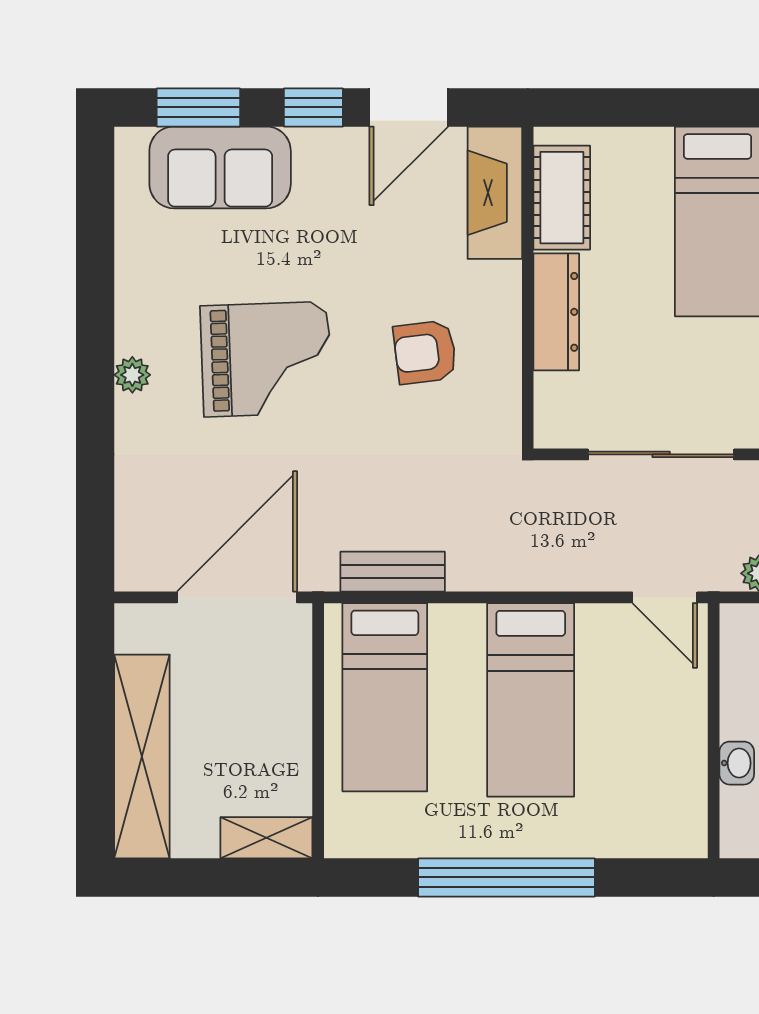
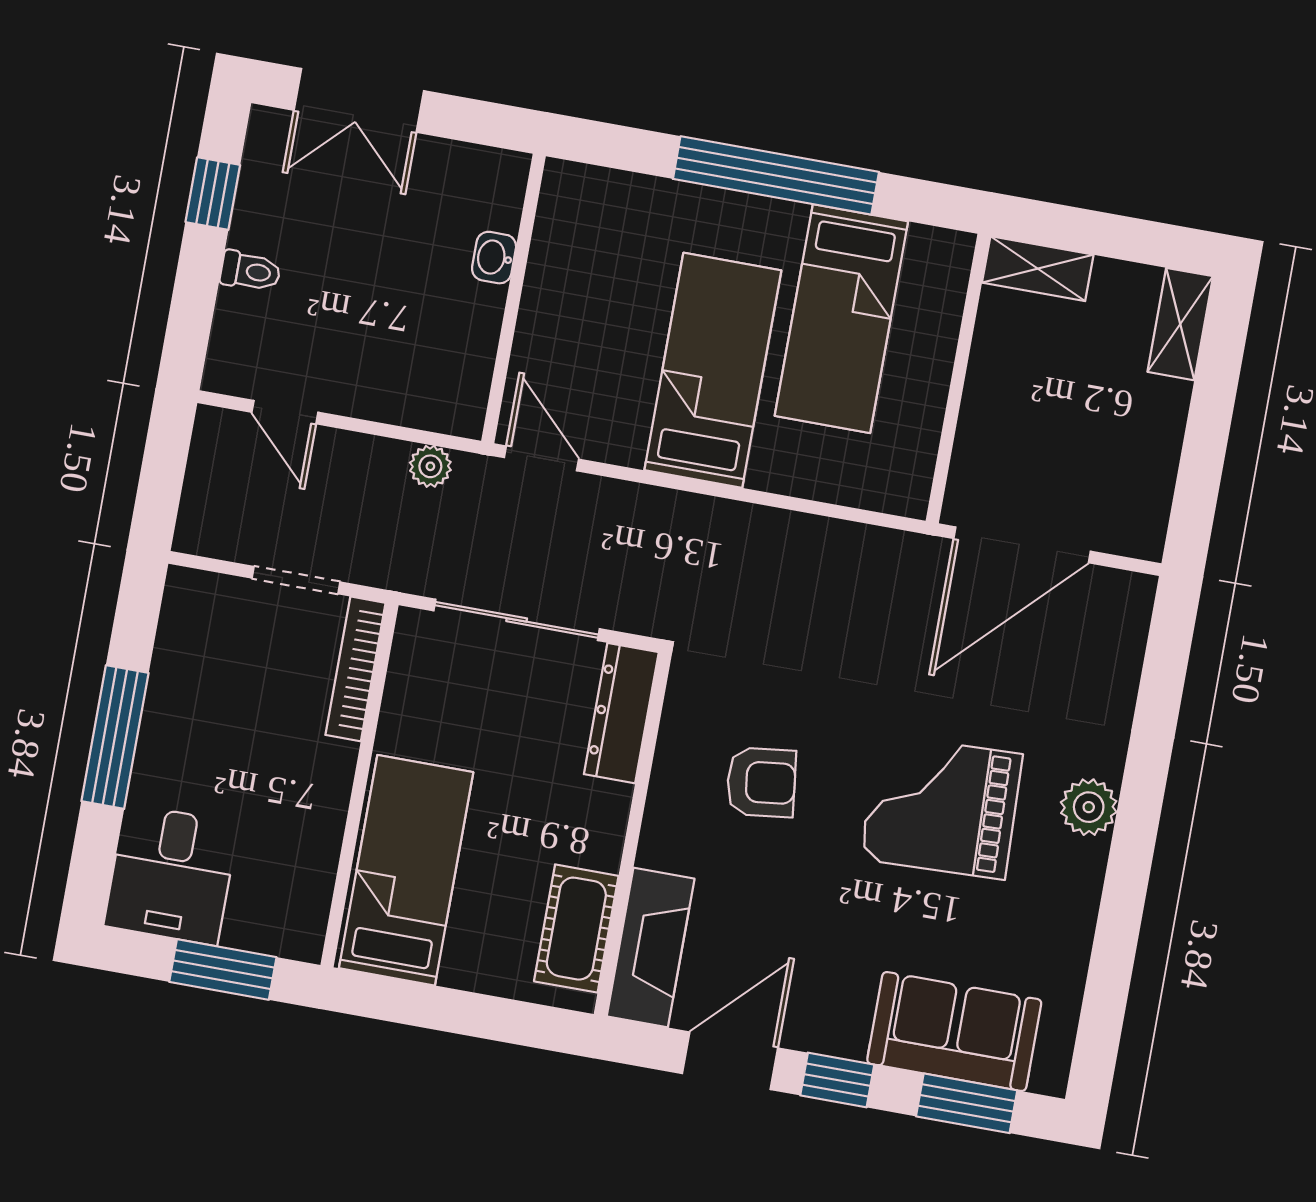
dresser: (556, 312) -> (621, 713), moved
plant: (132, 375) -> (1089, 807), width x1.38, depth x1.38
bench: (393, 572) -> (842, 542), removed
bed: (385, 697) -> (841, 319), moved, turned 180
shelving: (142, 757) -> (1180, 324), width x0.45, depth x0.75

